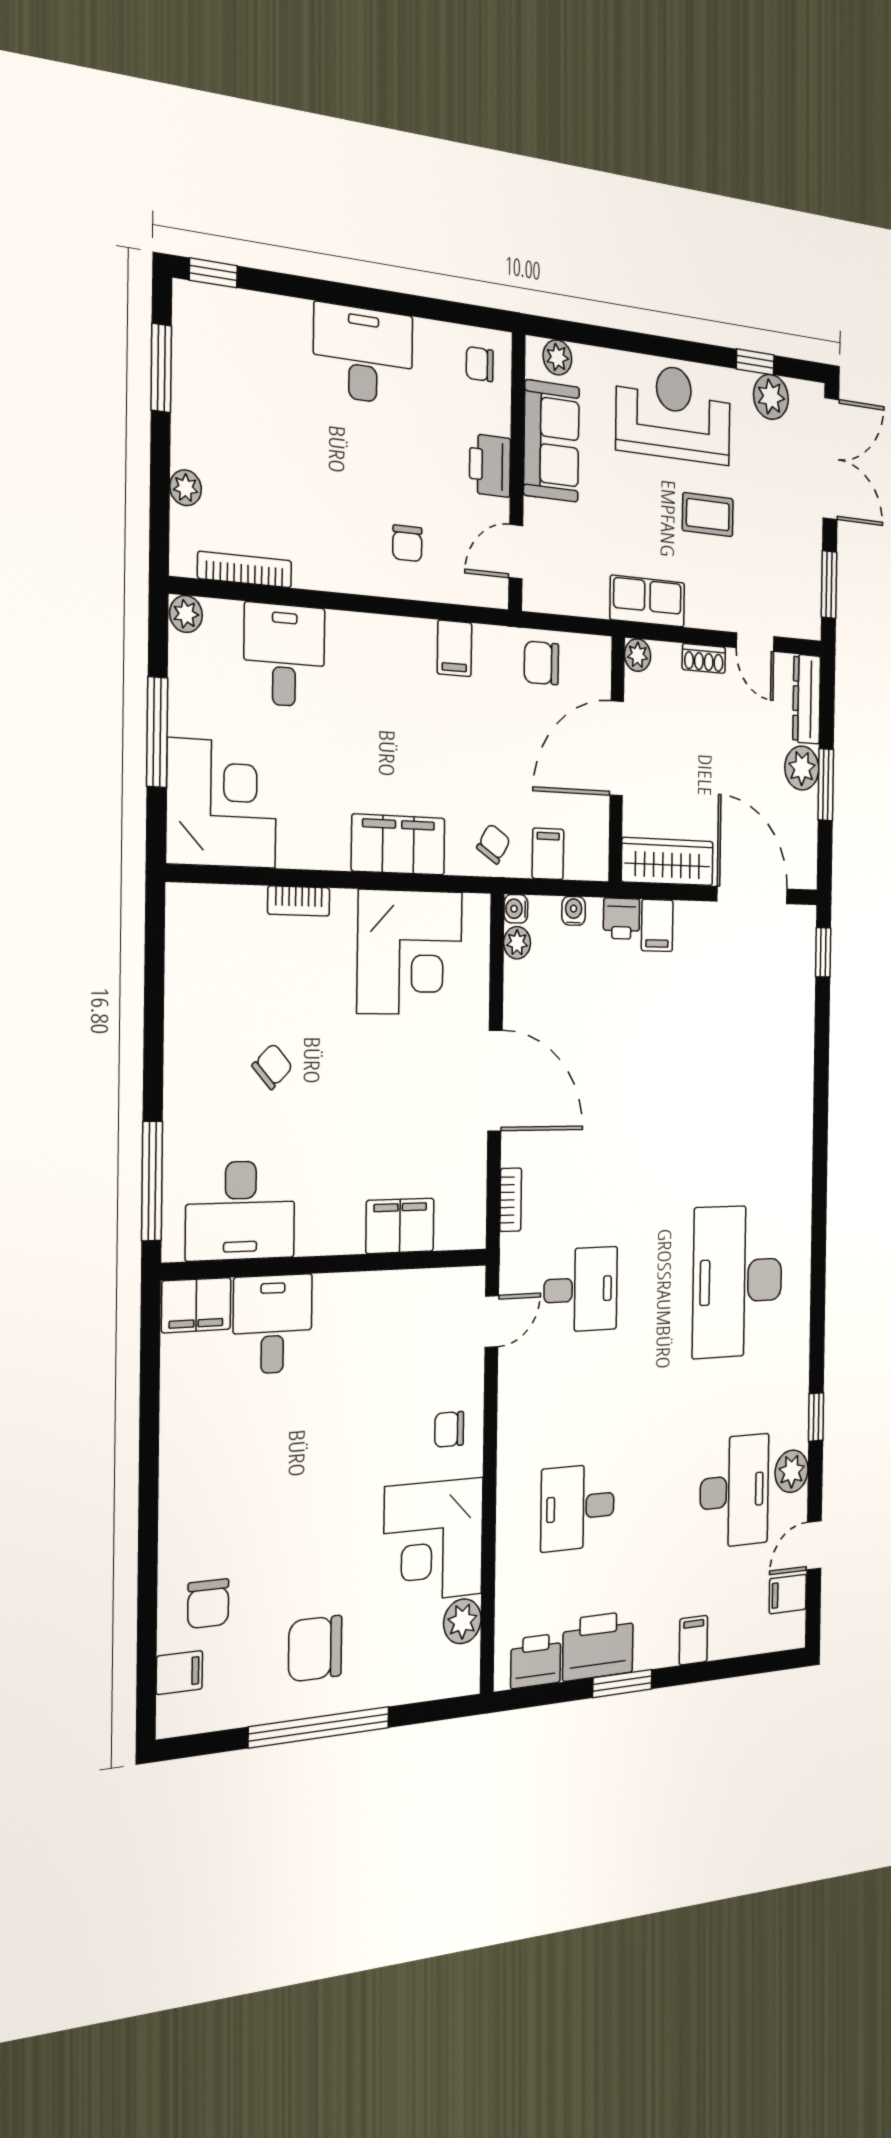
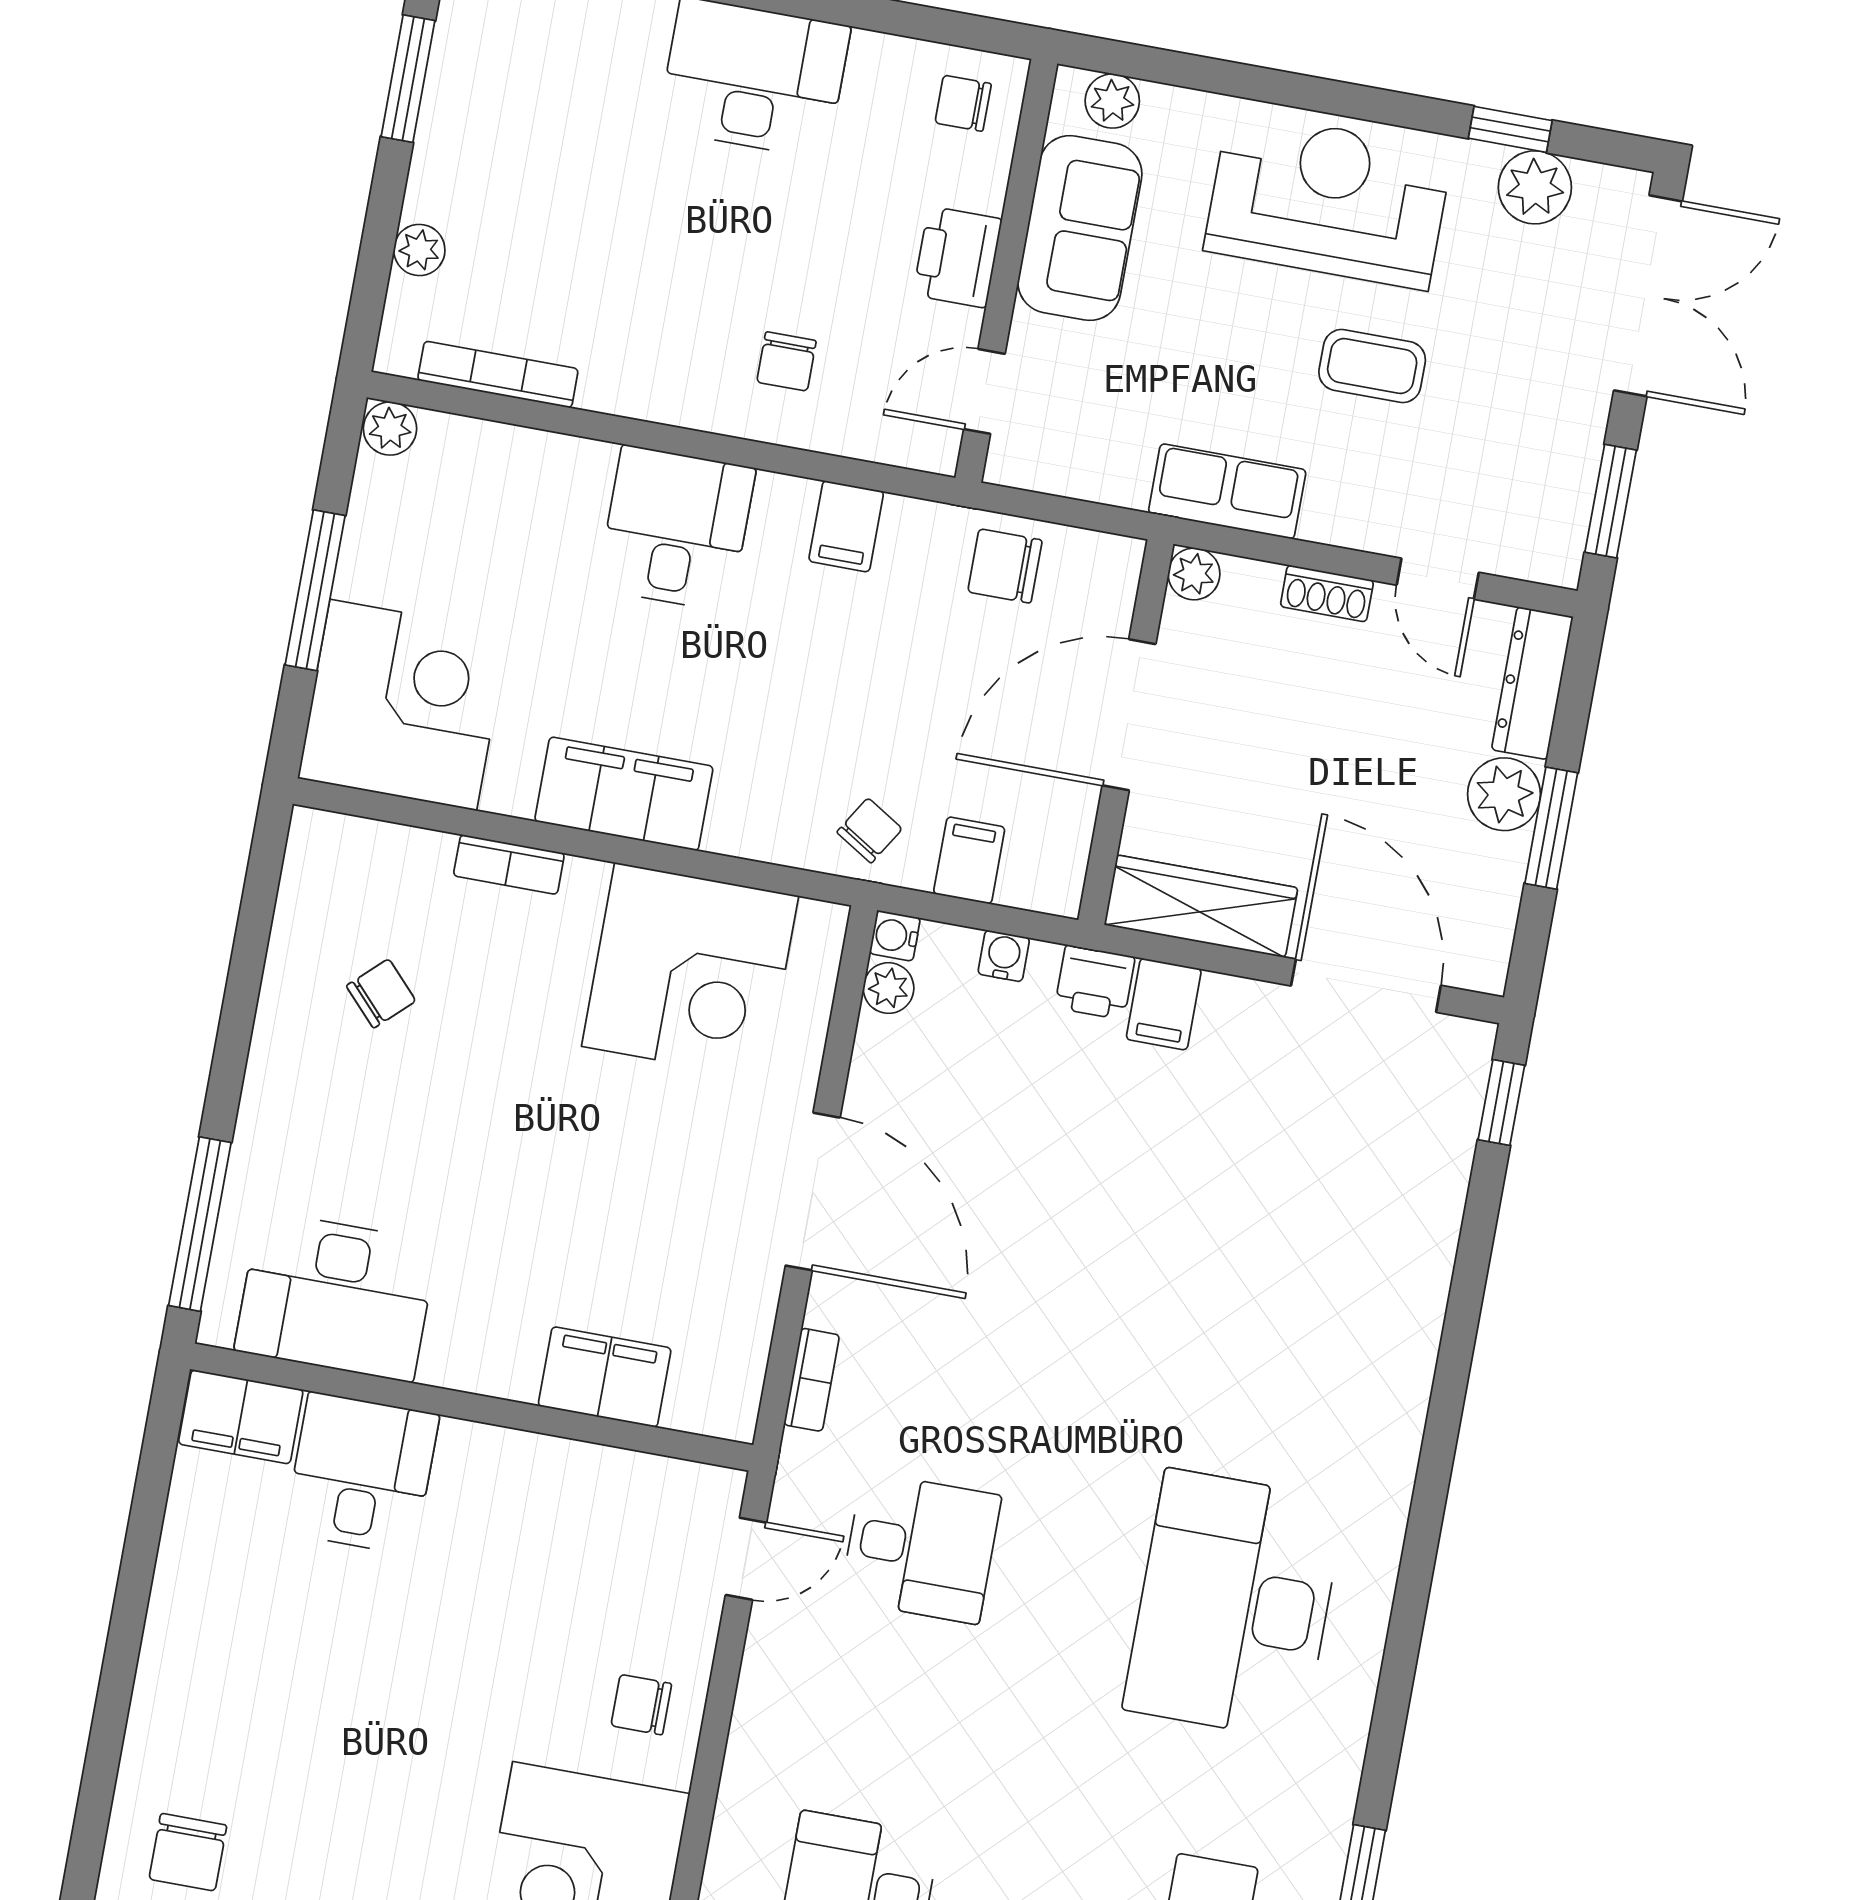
desk: (284, 655) -> (676, 528), moved
filing cabinet: (398, 844) -> (624, 794), moved
chair: (272, 1066) -> (381, 993), moved

